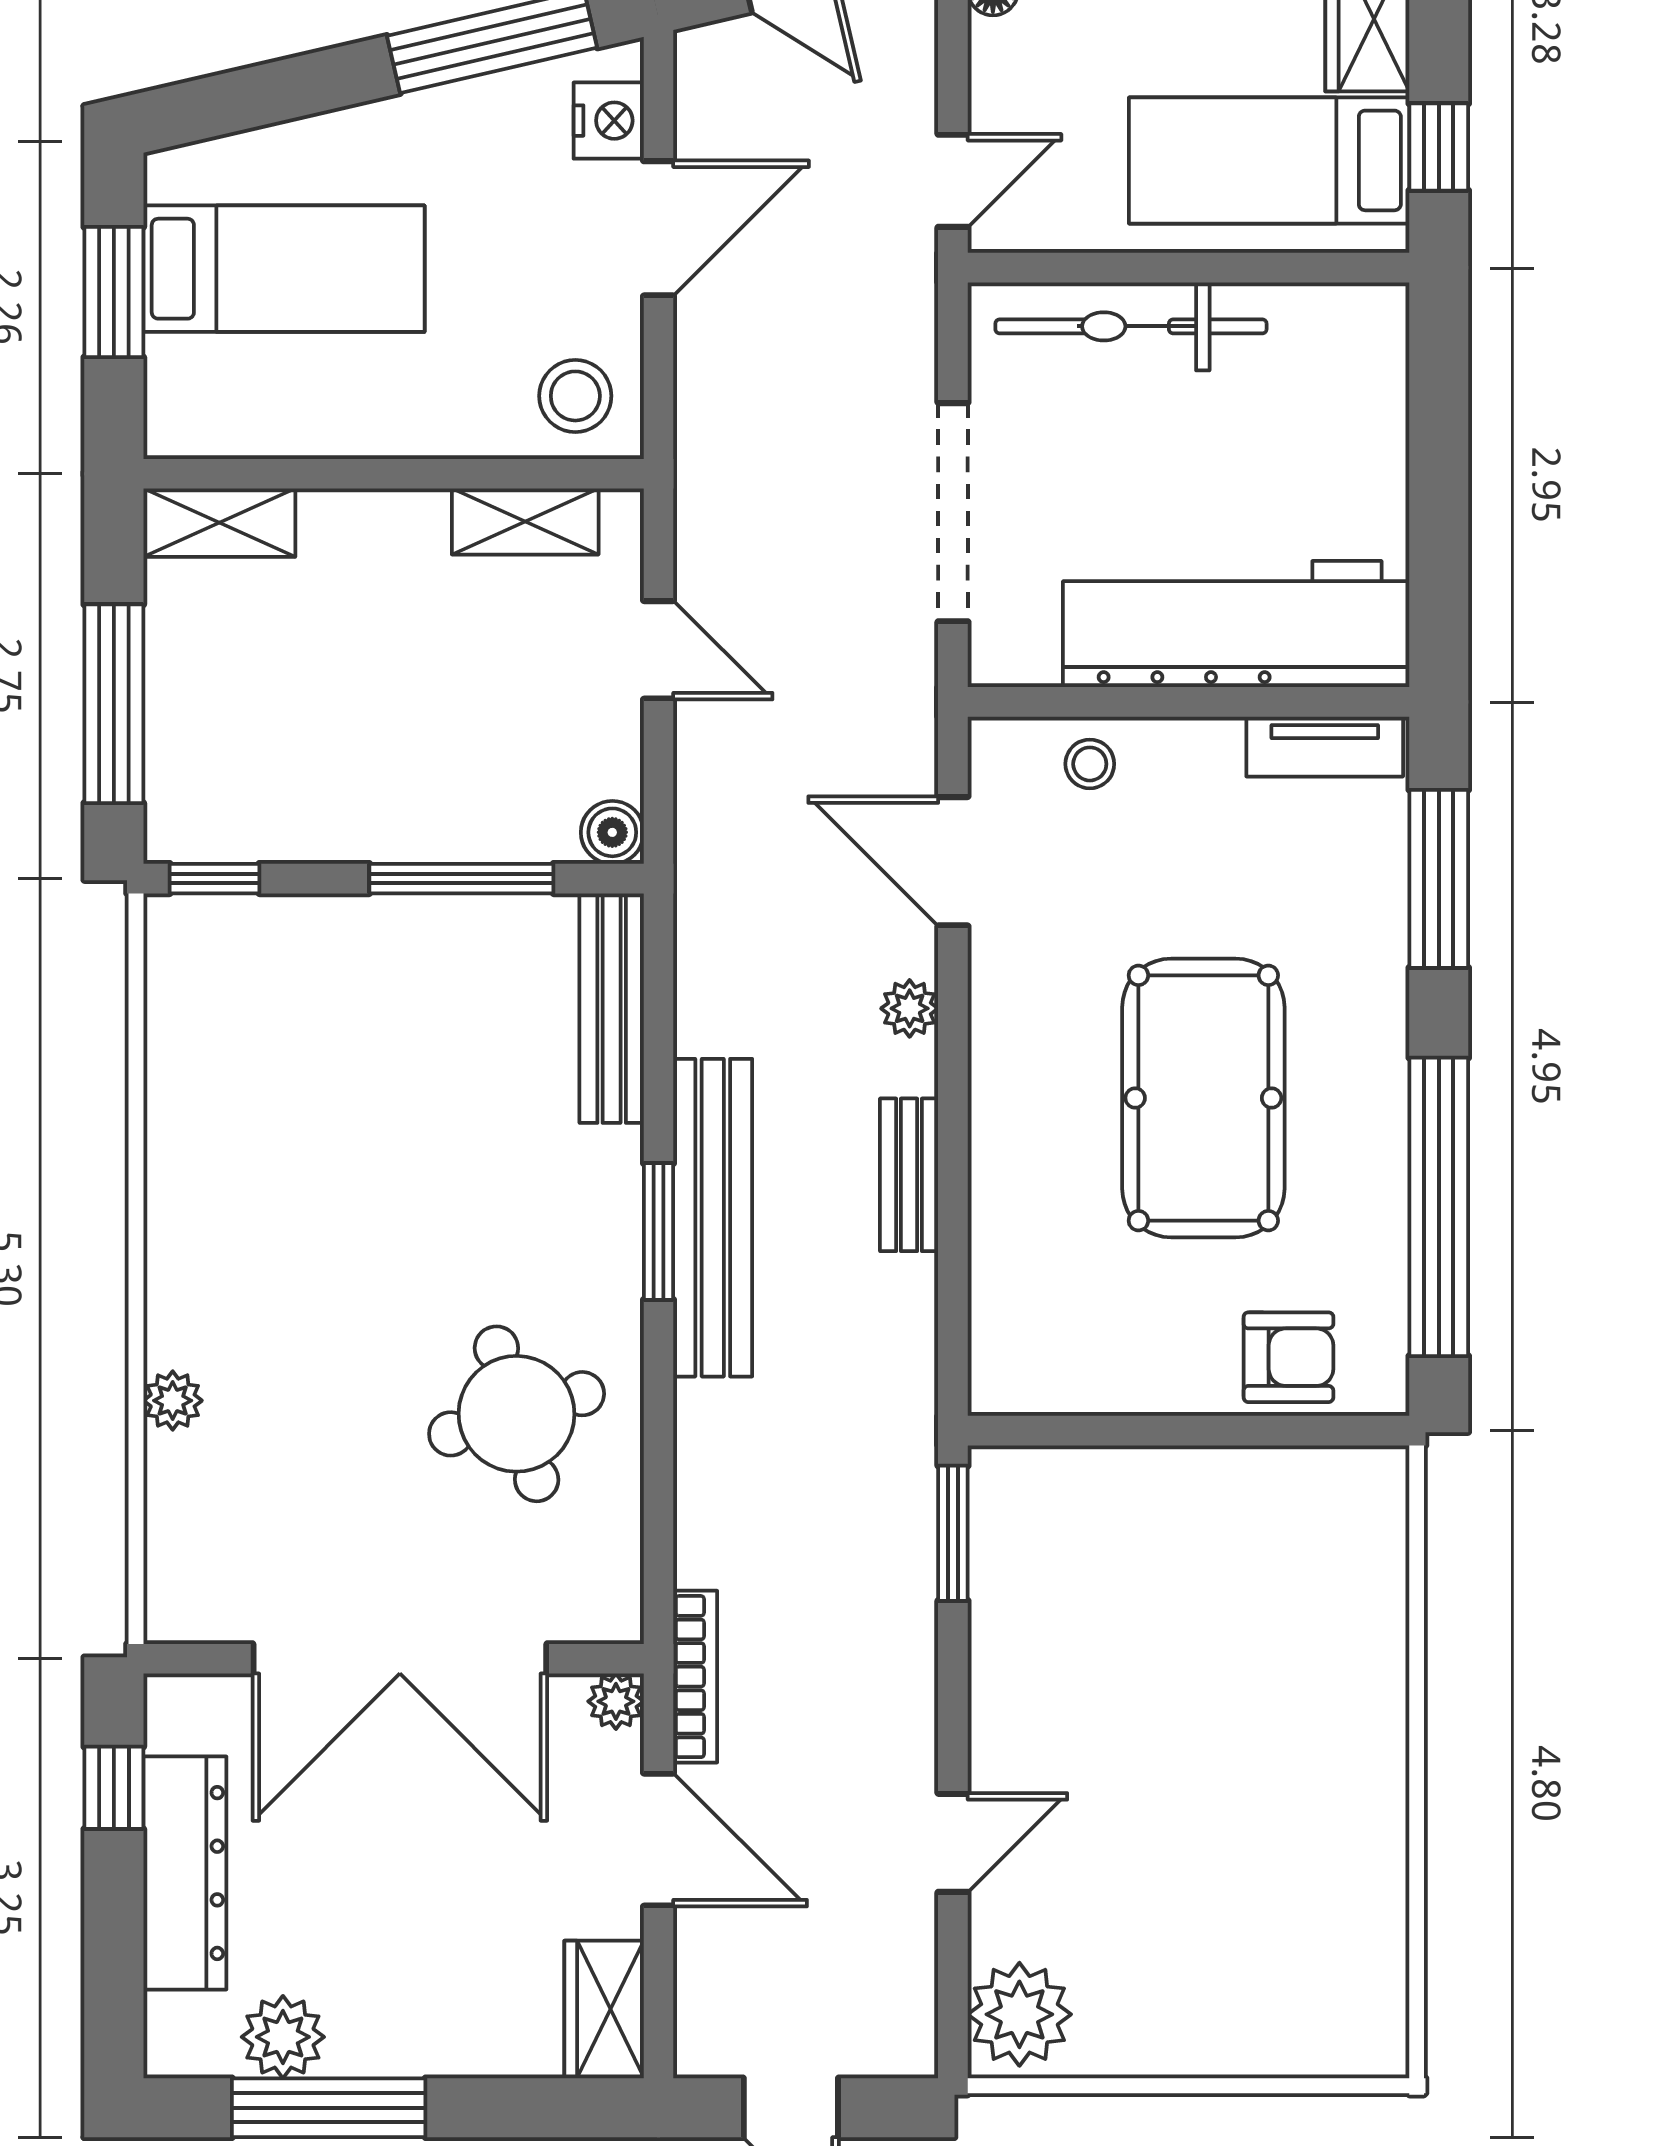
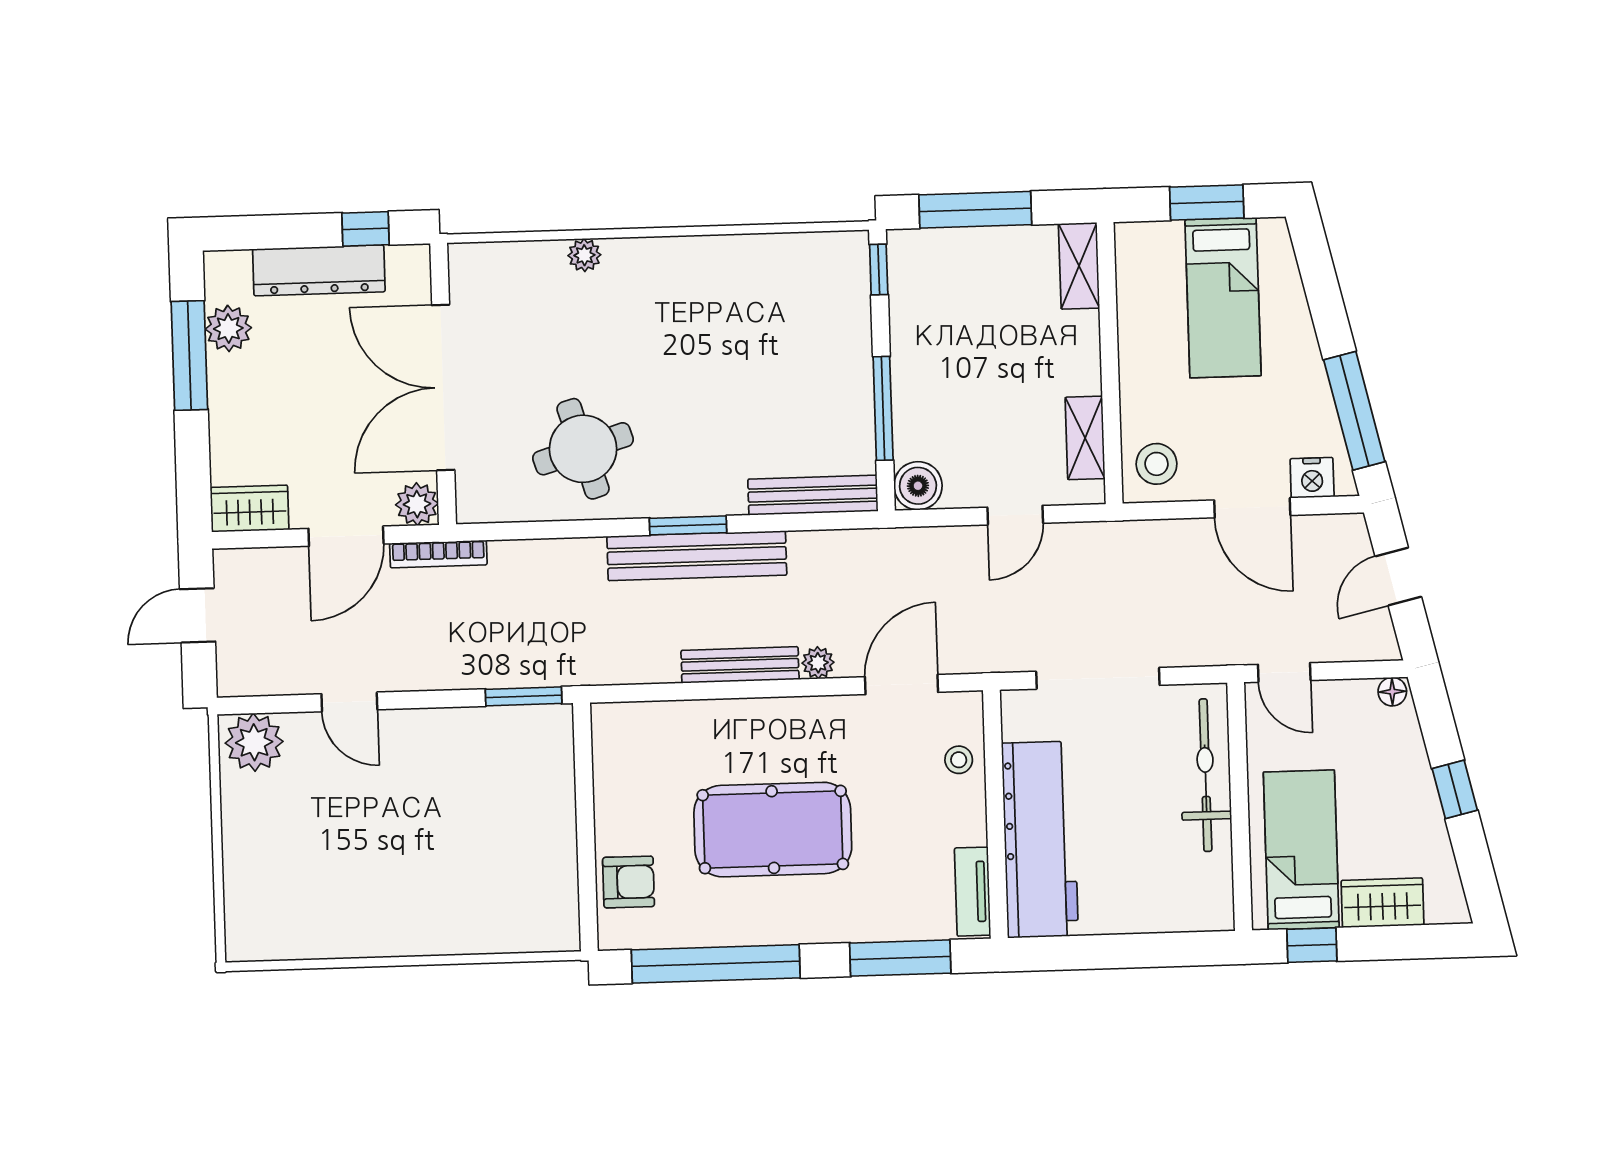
boiler: (612, 832) -> (918, 486), width x1.36, depth x1.36
bench: (909, 1175) -> (740, 665), width x1.36
armchair: (1288, 1357) -> (629, 882), turned -90
plant: (616, 1701) -> (417, 504), width x1.38, depth x1.38

